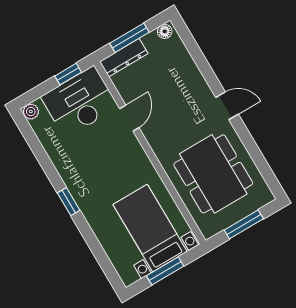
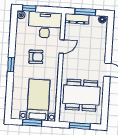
window: (68, 74) -> (29, 8), moved
armchair: (100, 162) -> (36, 57), added
dining table: (213, 174) -> (81, 95), turned 90

